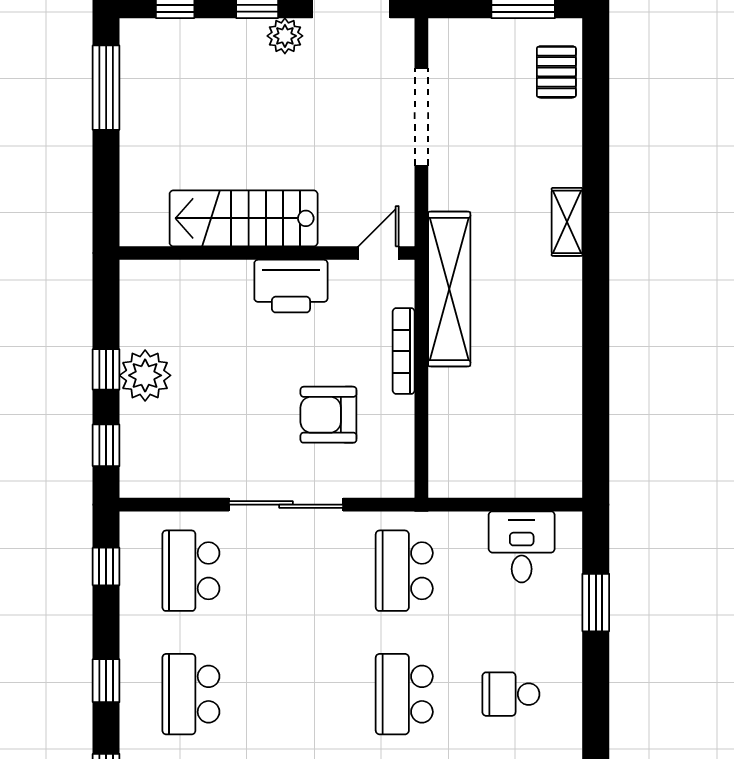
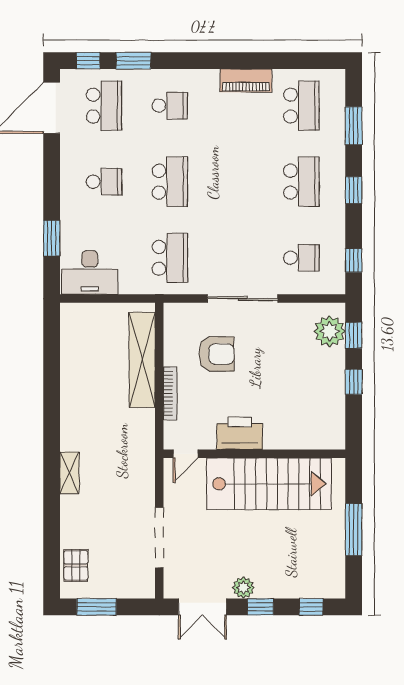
window: (106, 88) -> (354, 530), moved
stairs: (244, 218) -> (269, 484), width x1.36, depth x1.51
shelving: (449, 289) -> (142, 360), moved
plant: (145, 375) -> (330, 331), moved
desk: (522, 547) -> (90, 273), width x1.37
school desk: (191, 571) -> (301, 258), width x0.54

